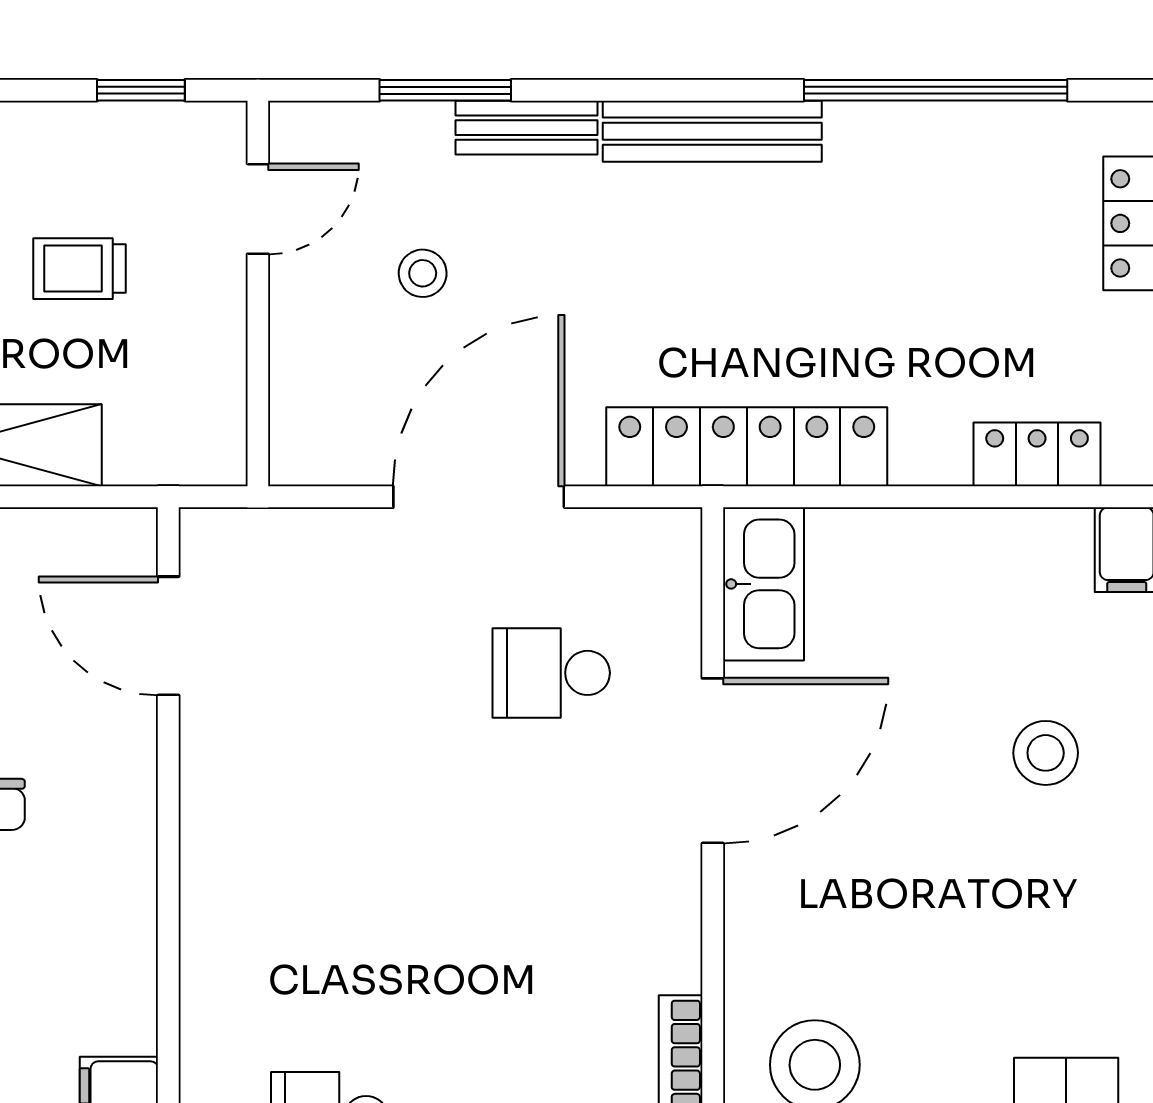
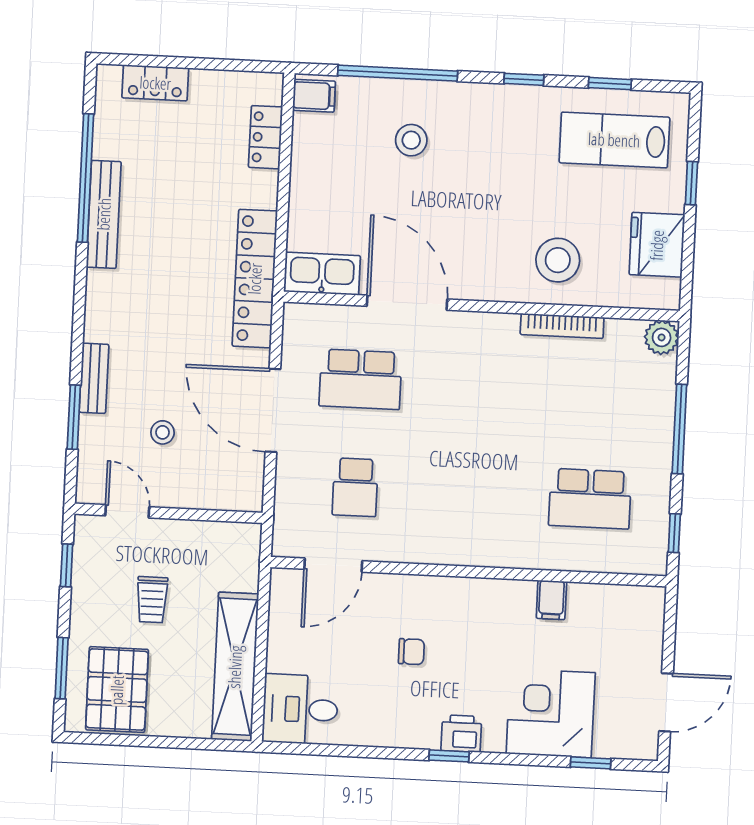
bench: (712, 131) -> (104, 214), moved
school desk: (330, 673) -> (355, 487), added
school desk: (551, 673) -> (360, 379), width x1.85

